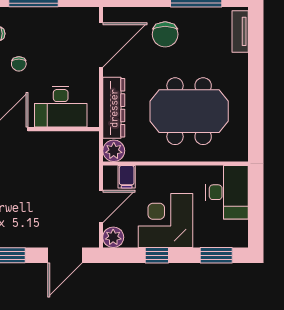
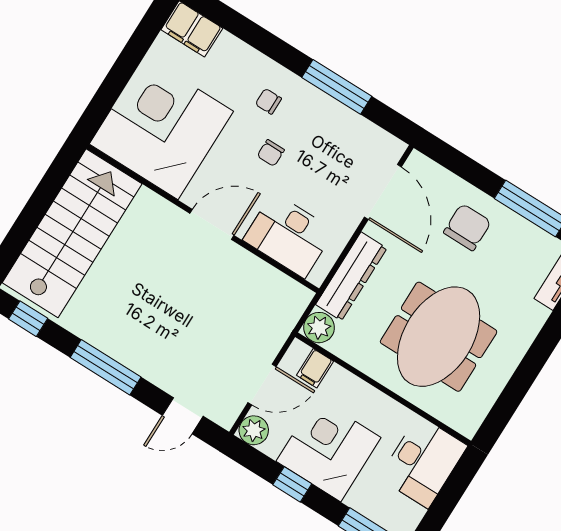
chair: (165, 34) -> (467, 227), turned 180
door: (101, 45) -> (383, 192), hinge flipped
meeting table: (189, 111) -> (439, 337), turned 90
door: (65, 255) -> (183, 416), width x0.73

